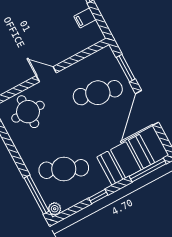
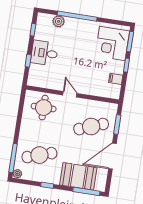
cafe table: (98, 93) -> (91, 127), turned -36
cafe table: (64, 169) -> (39, 155), turned -42

